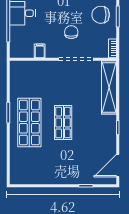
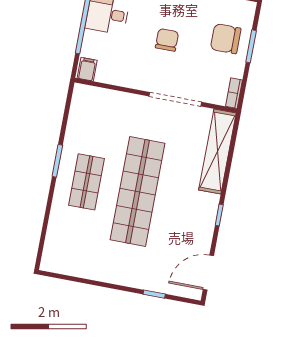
chair: (71, 32) -> (167, 40), moved
filing cabinet: (40, 51) -> (87, 69), moved
shop shelf: (29, 123) -> (86, 182), width x0.70, depth x0.74
shop shelf: (63, 123) -> (138, 192), width x2.00, depth x1.36

